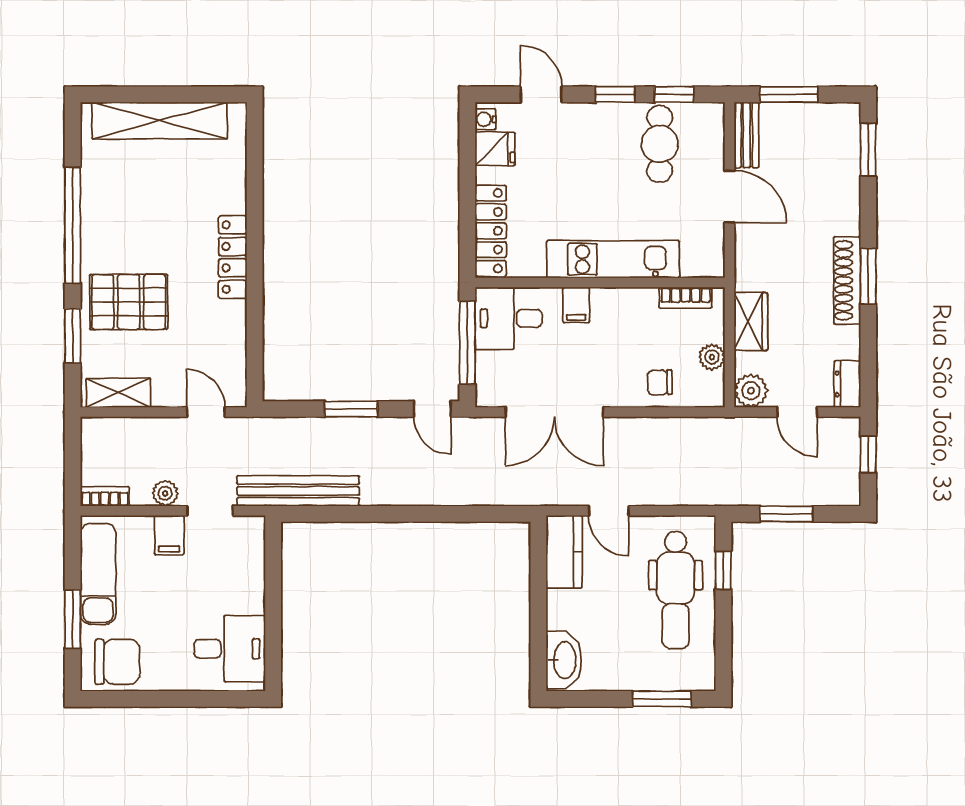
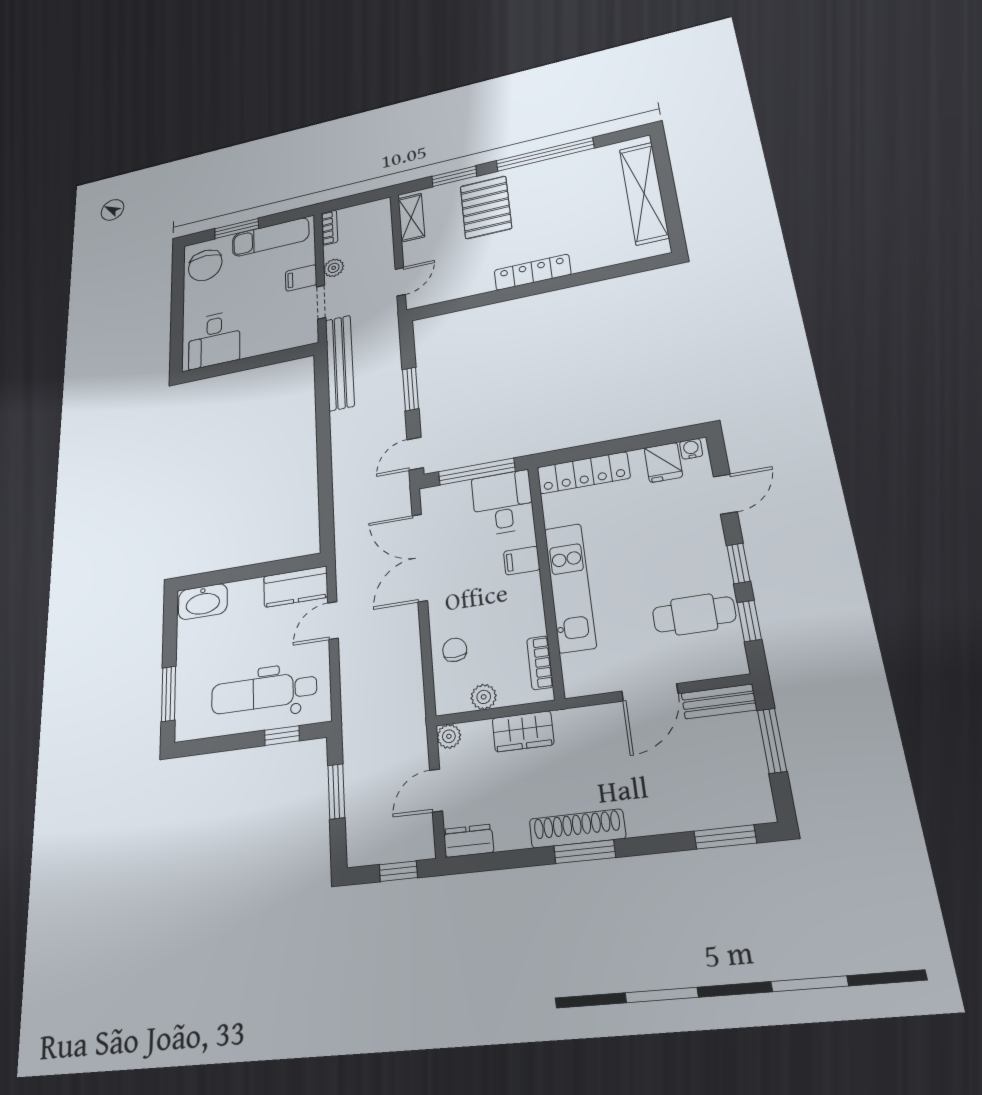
plant: (751, 391) -> (449, 736), width x0.73, depth x0.73

